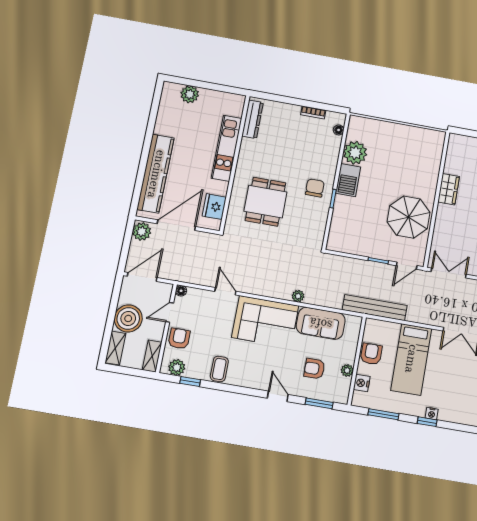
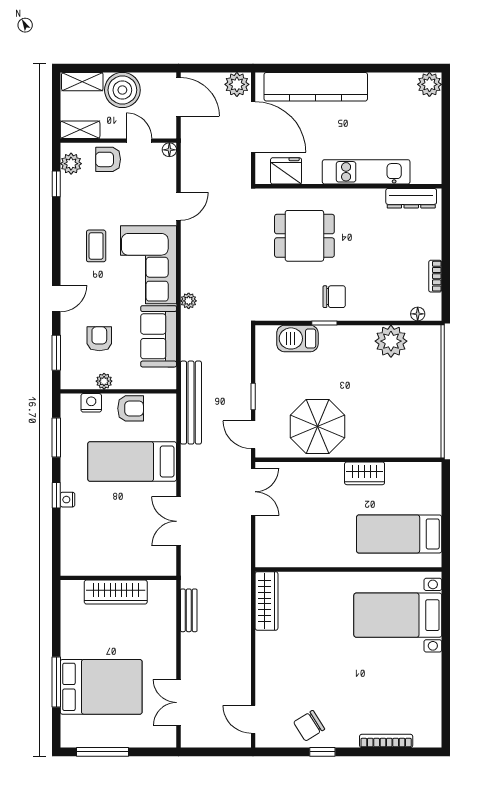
plant: (190, 94) -> (429, 84), moved
barbecue: (348, 180) -> (297, 338), moved
armchair: (179, 339) -> (108, 159), turned 180
coffee table: (219, 369) -> (96, 246), moved, turned 90

